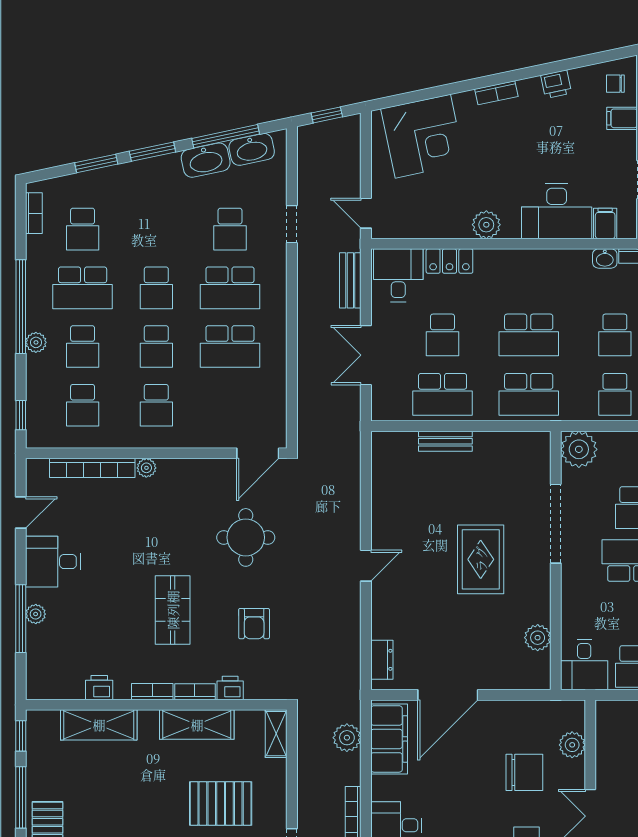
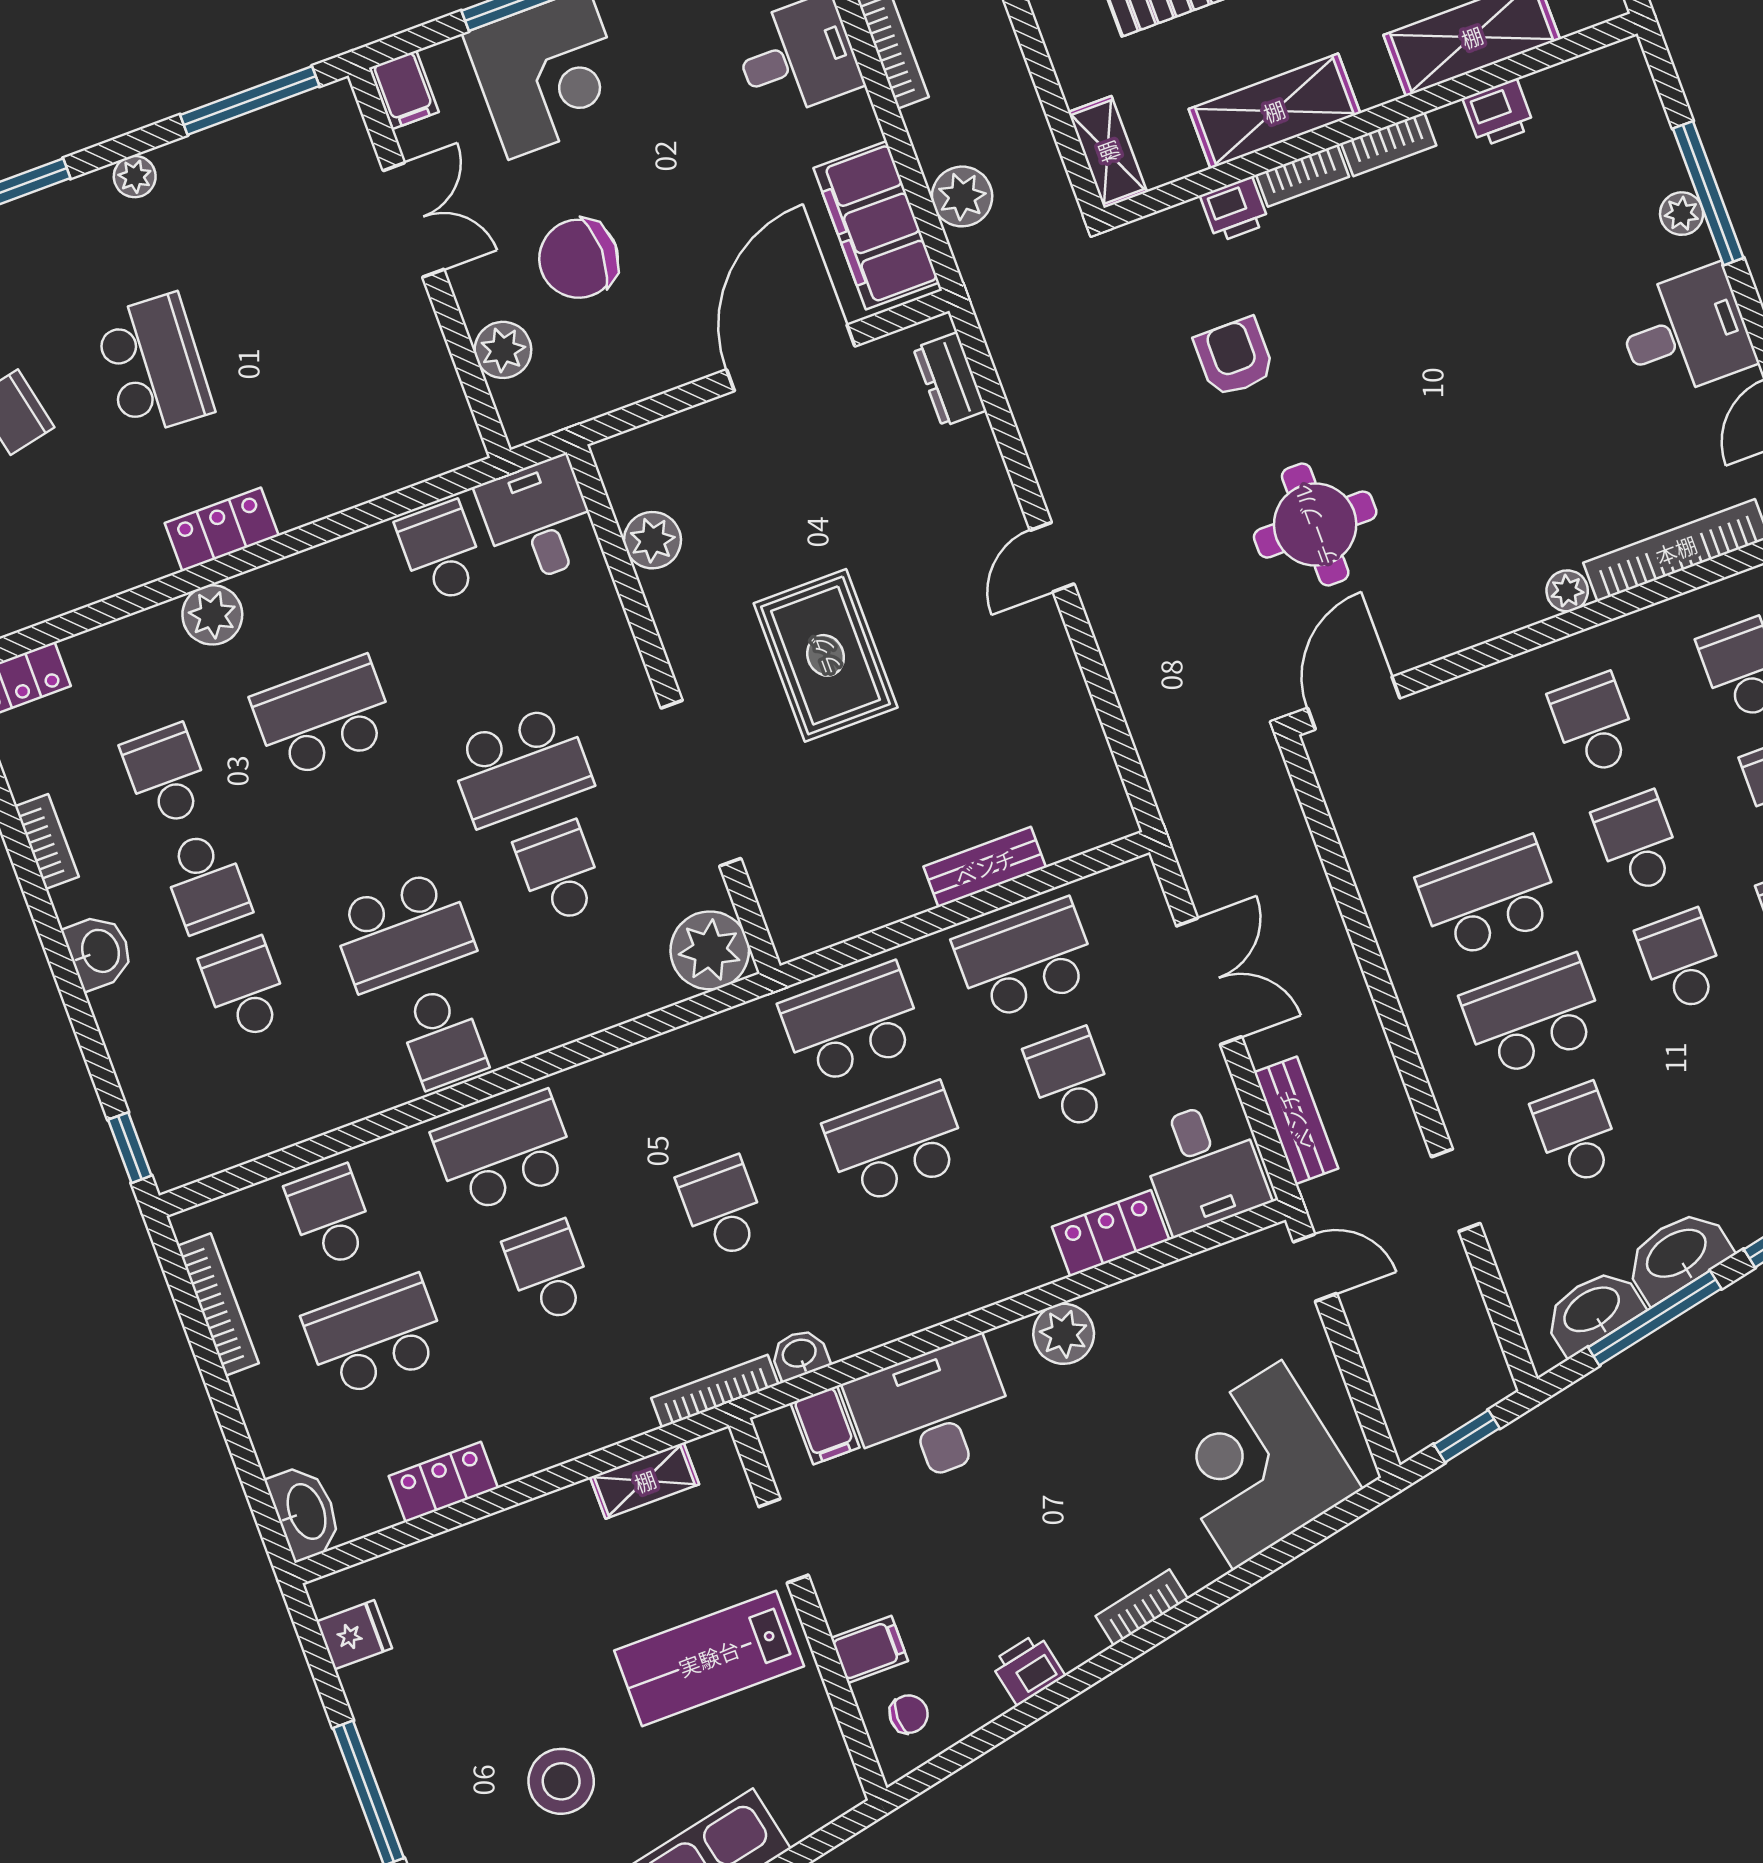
school desk: (615, 394) -> (678, 1088), removed
shop shelf: (173, 610) -> (1408, 324), removed

